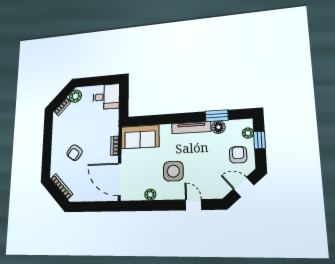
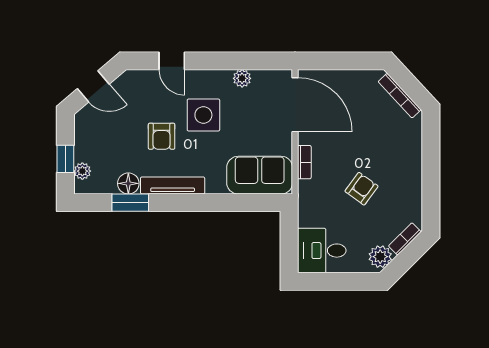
armchair: (75, 153) -> (361, 189), moved
armchair: (238, 155) -> (162, 136), moved

